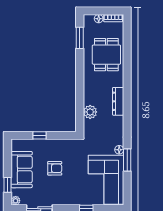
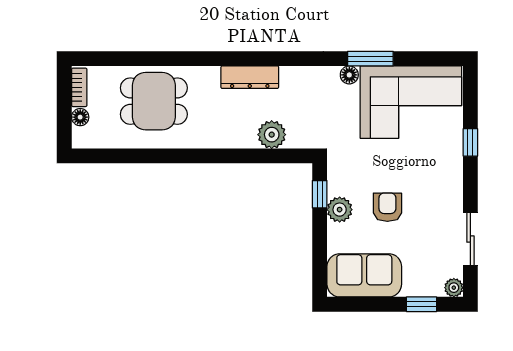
window: (80, 38) -> (119, 156), removed
window: (39, 135) -> (320, 194), moved
plant: (54, 145) -> (340, 210), added
sofa: (22, 170) -> (364, 275), moved

